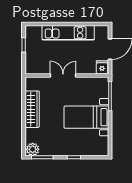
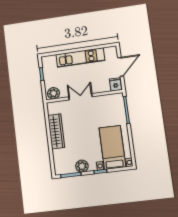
plant: (34, 68) -> (53, 93), added
bed with nightstands: (86, 117) -> (112, 147), moved, turned 90
plant: (33, 149) -> (82, 166), moved

